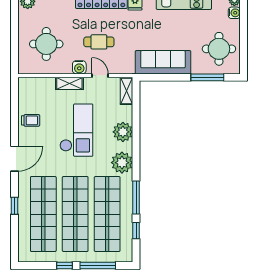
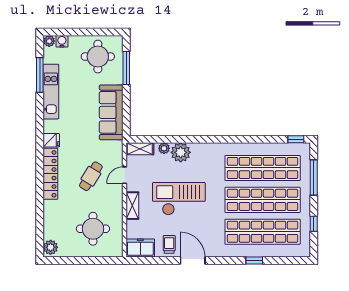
cafe table: (99, 42) -> (91, 176), turned 32
water cooler: (79, 67) -> (116, 196), removed
freezer: (27, 91) -> (140, 248), added
door: (14, 159) -> (193, 261), moved
plant: (122, 163) -> (164, 148), moved, width x0.53, depth x0.53
window: (136, 198) -> (246, 139), removed
window: (136, 231) -> (296, 139), moved
window: (64, 265) -> (314, 224), moved

